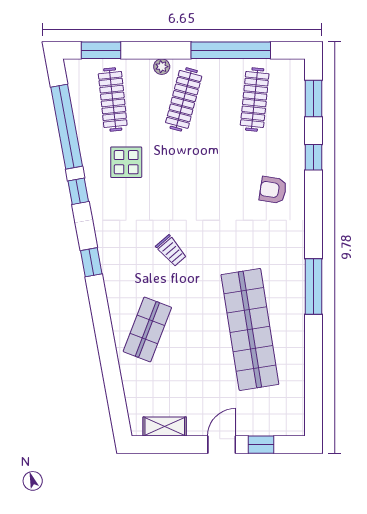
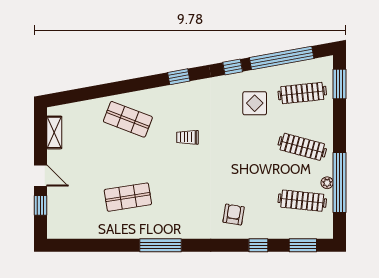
plant: (162, 67) -> (327, 183), moved
trolley: (171, 251) -> (188, 137), turned 41
shop shelf: (250, 329) -> (128, 197), width x0.50, depth x0.74

